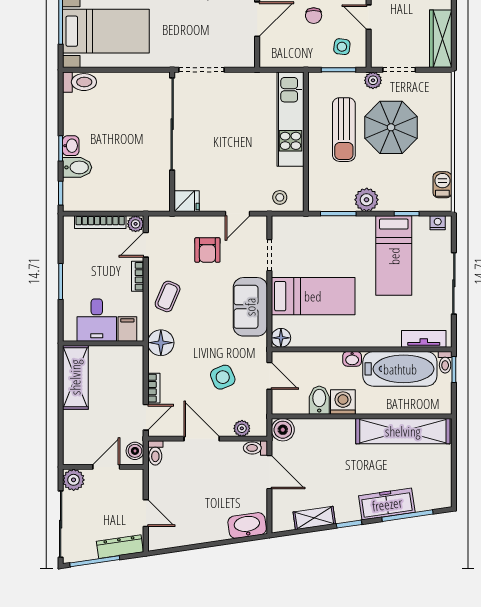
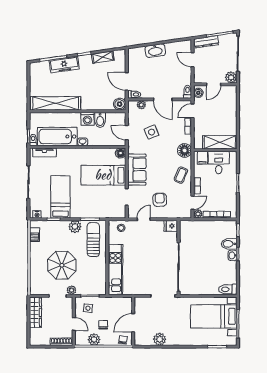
sun lounger: (344, 130) -> (93, 240), moved
shelving: (75, 377) -> (220, 142), moved, turned 90
washbasin: (247, 525) -> (155, 51), moved

